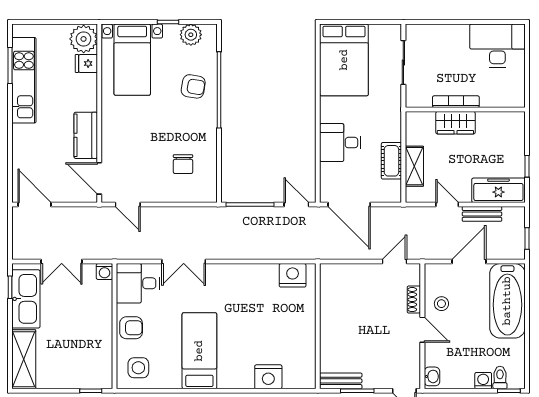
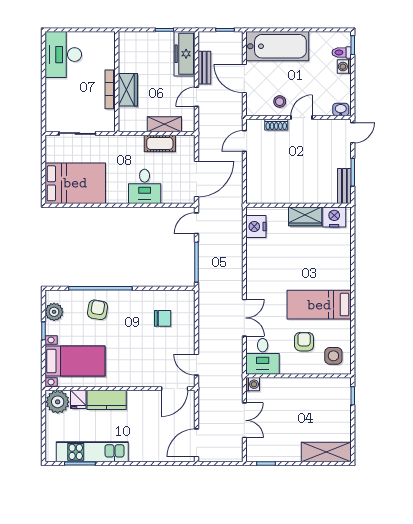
kitchen counter: (86, 135) -> (107, 400), moved
door: (128, 205) -> (197, 365), swing flipped
door: (395, 262) -> (244, 141), hinge flipped
kitchen sink: (26, 299) -> (276, 450), removed
armchair: (131, 328) -> (304, 342), moved
wardrobe: (305, 334) -> (305, 216), added
nightstand: (268, 377) -> (334, 217), moved, turned -90

